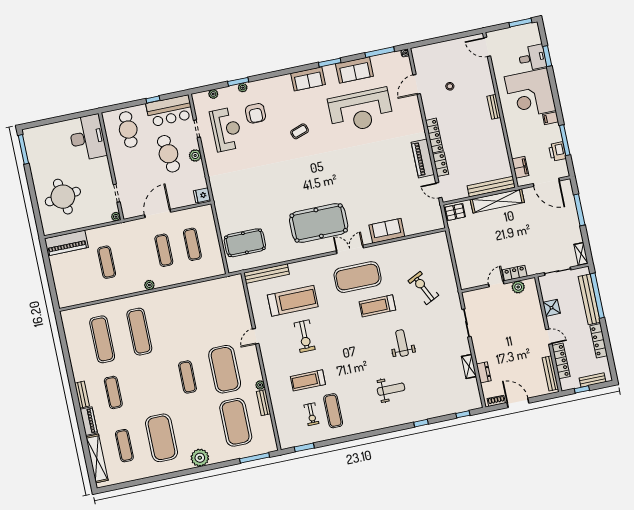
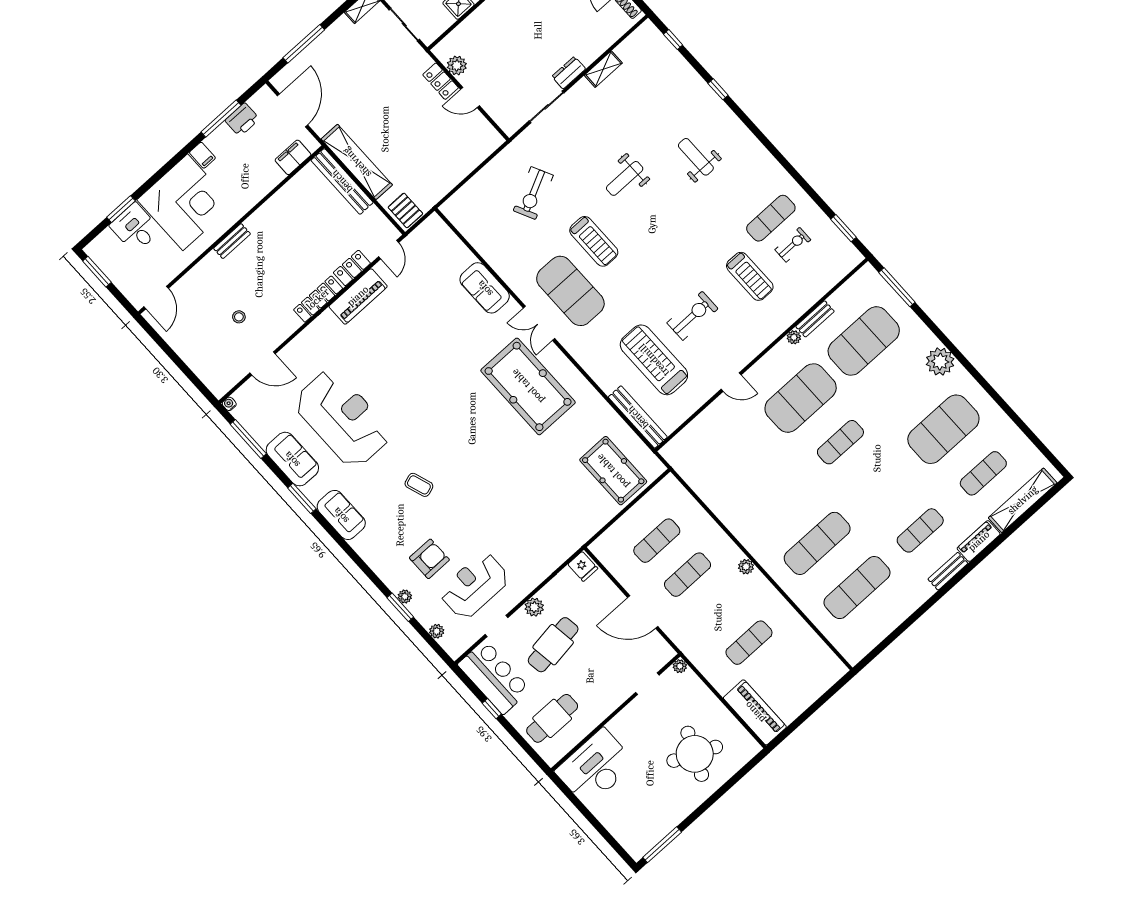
round table: (63, 197) -> (695, 754), turned 33
dresser: (484, 372) -> (569, 73), moved

